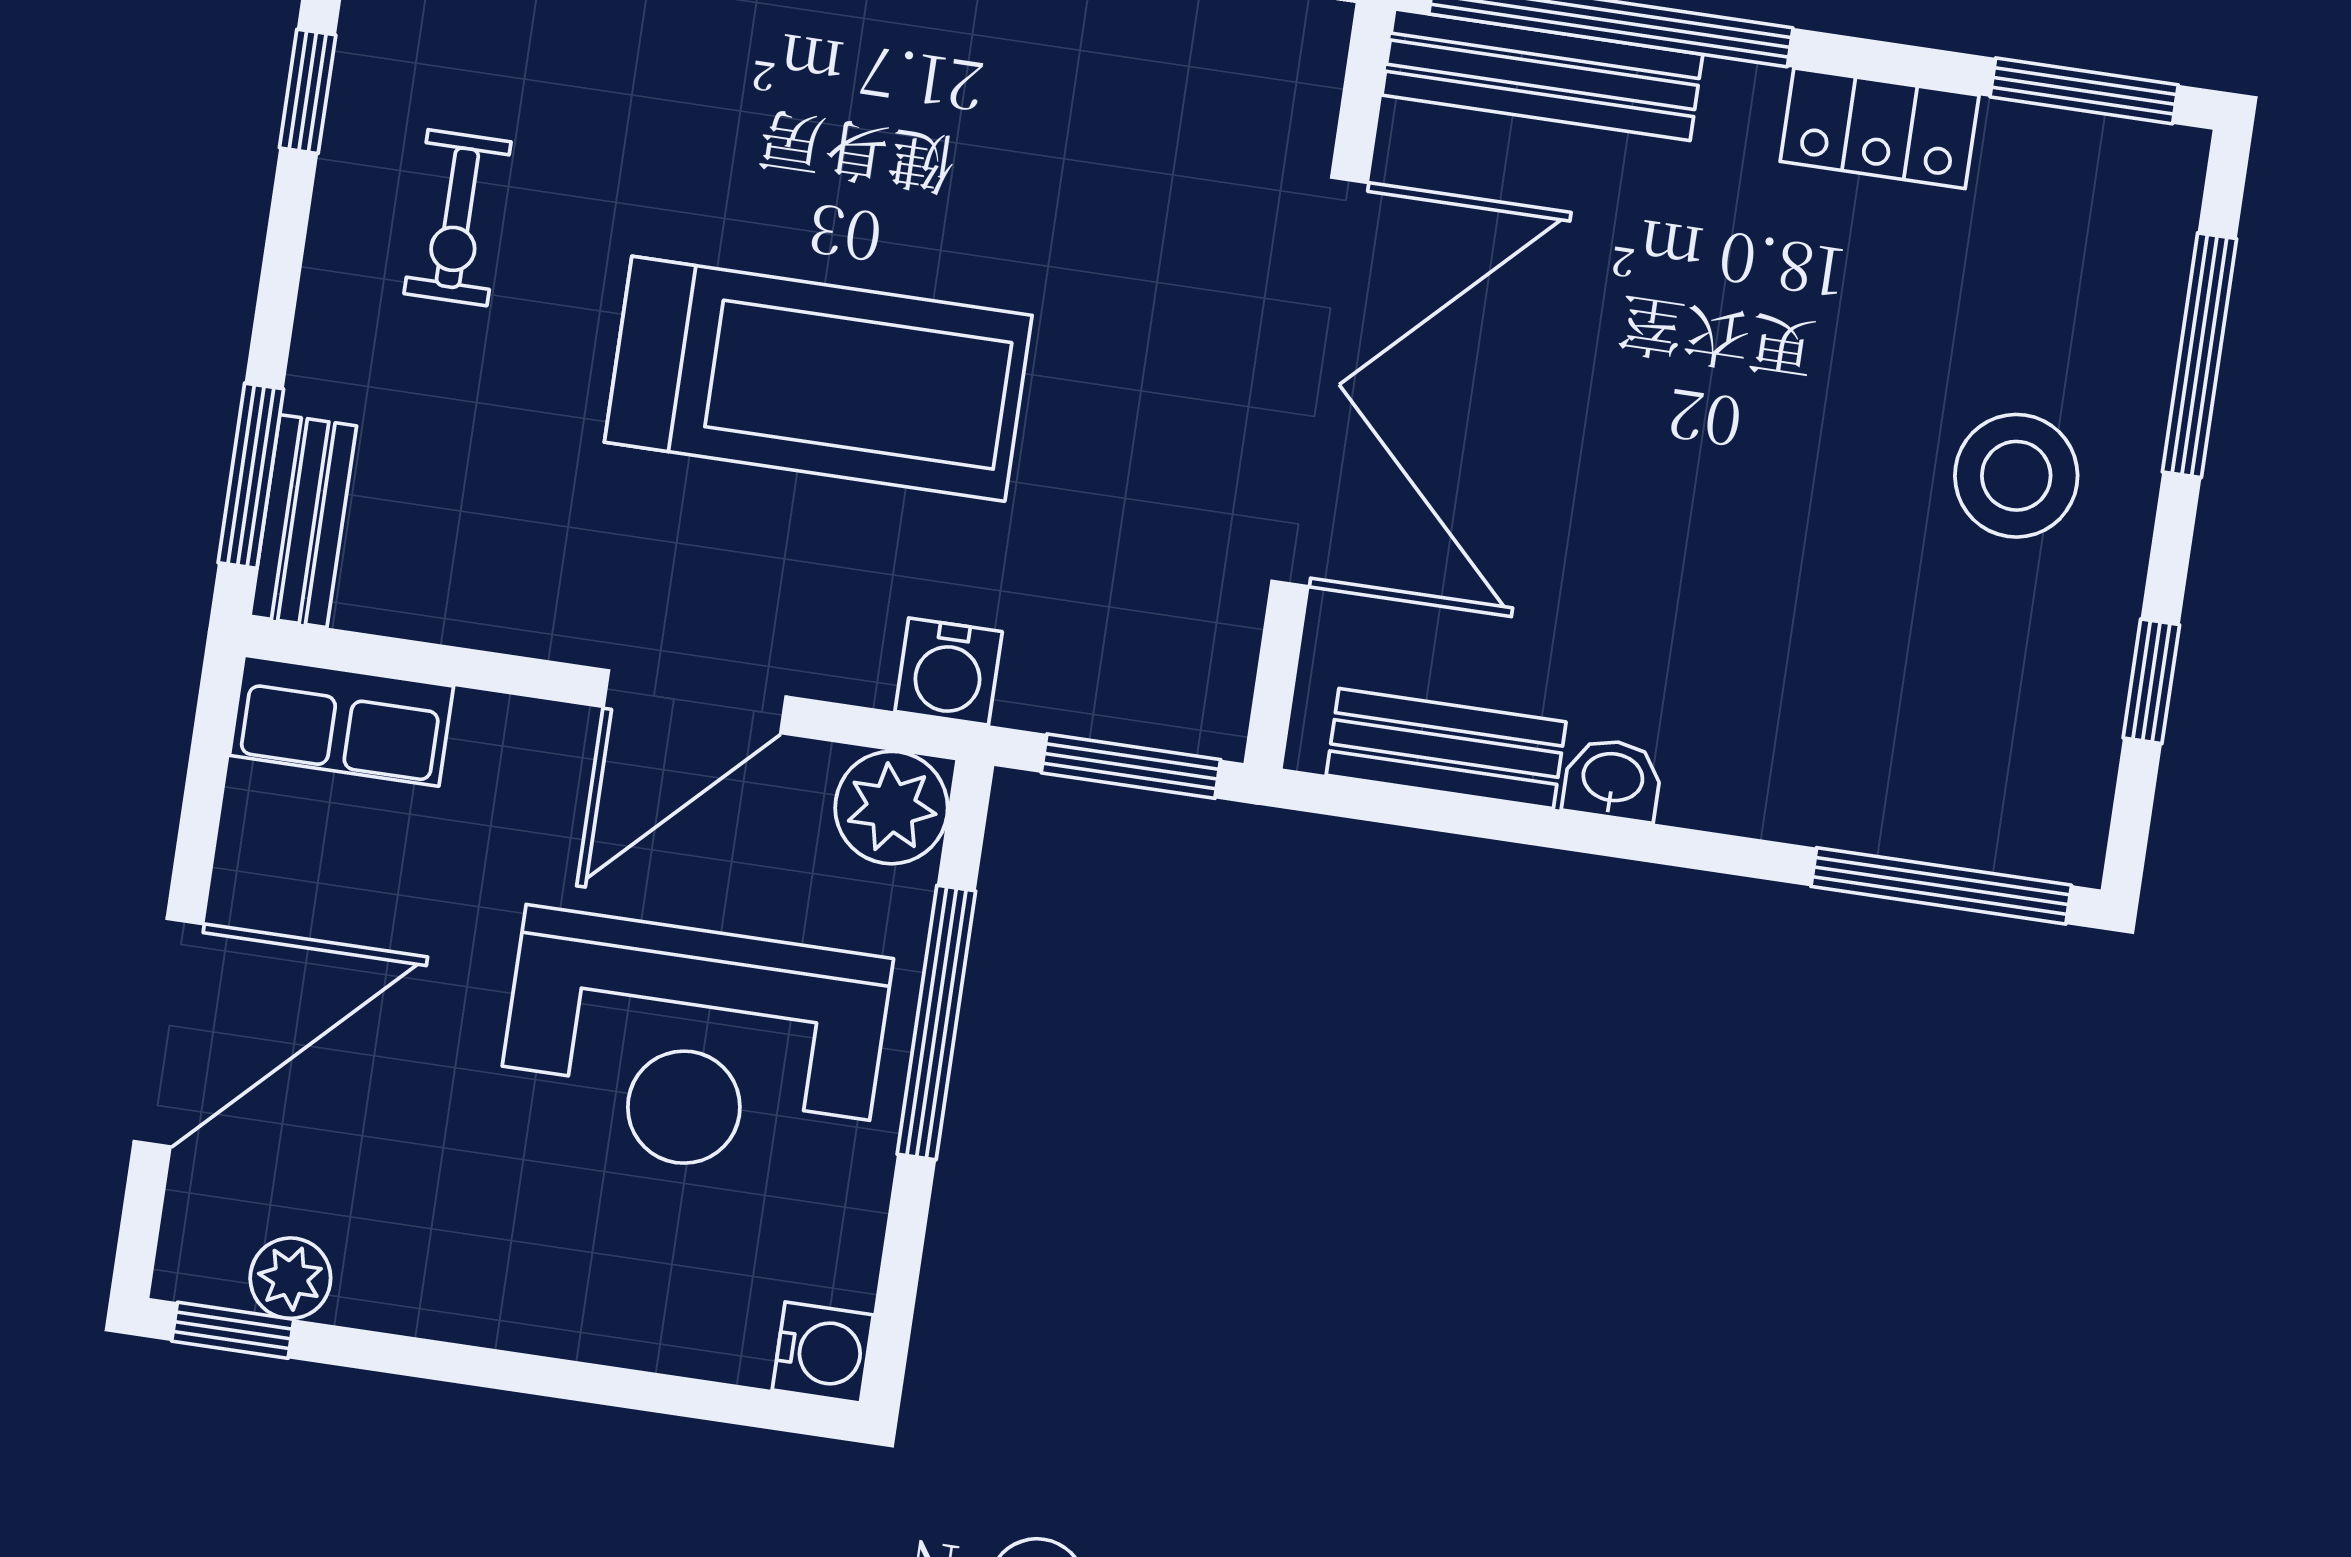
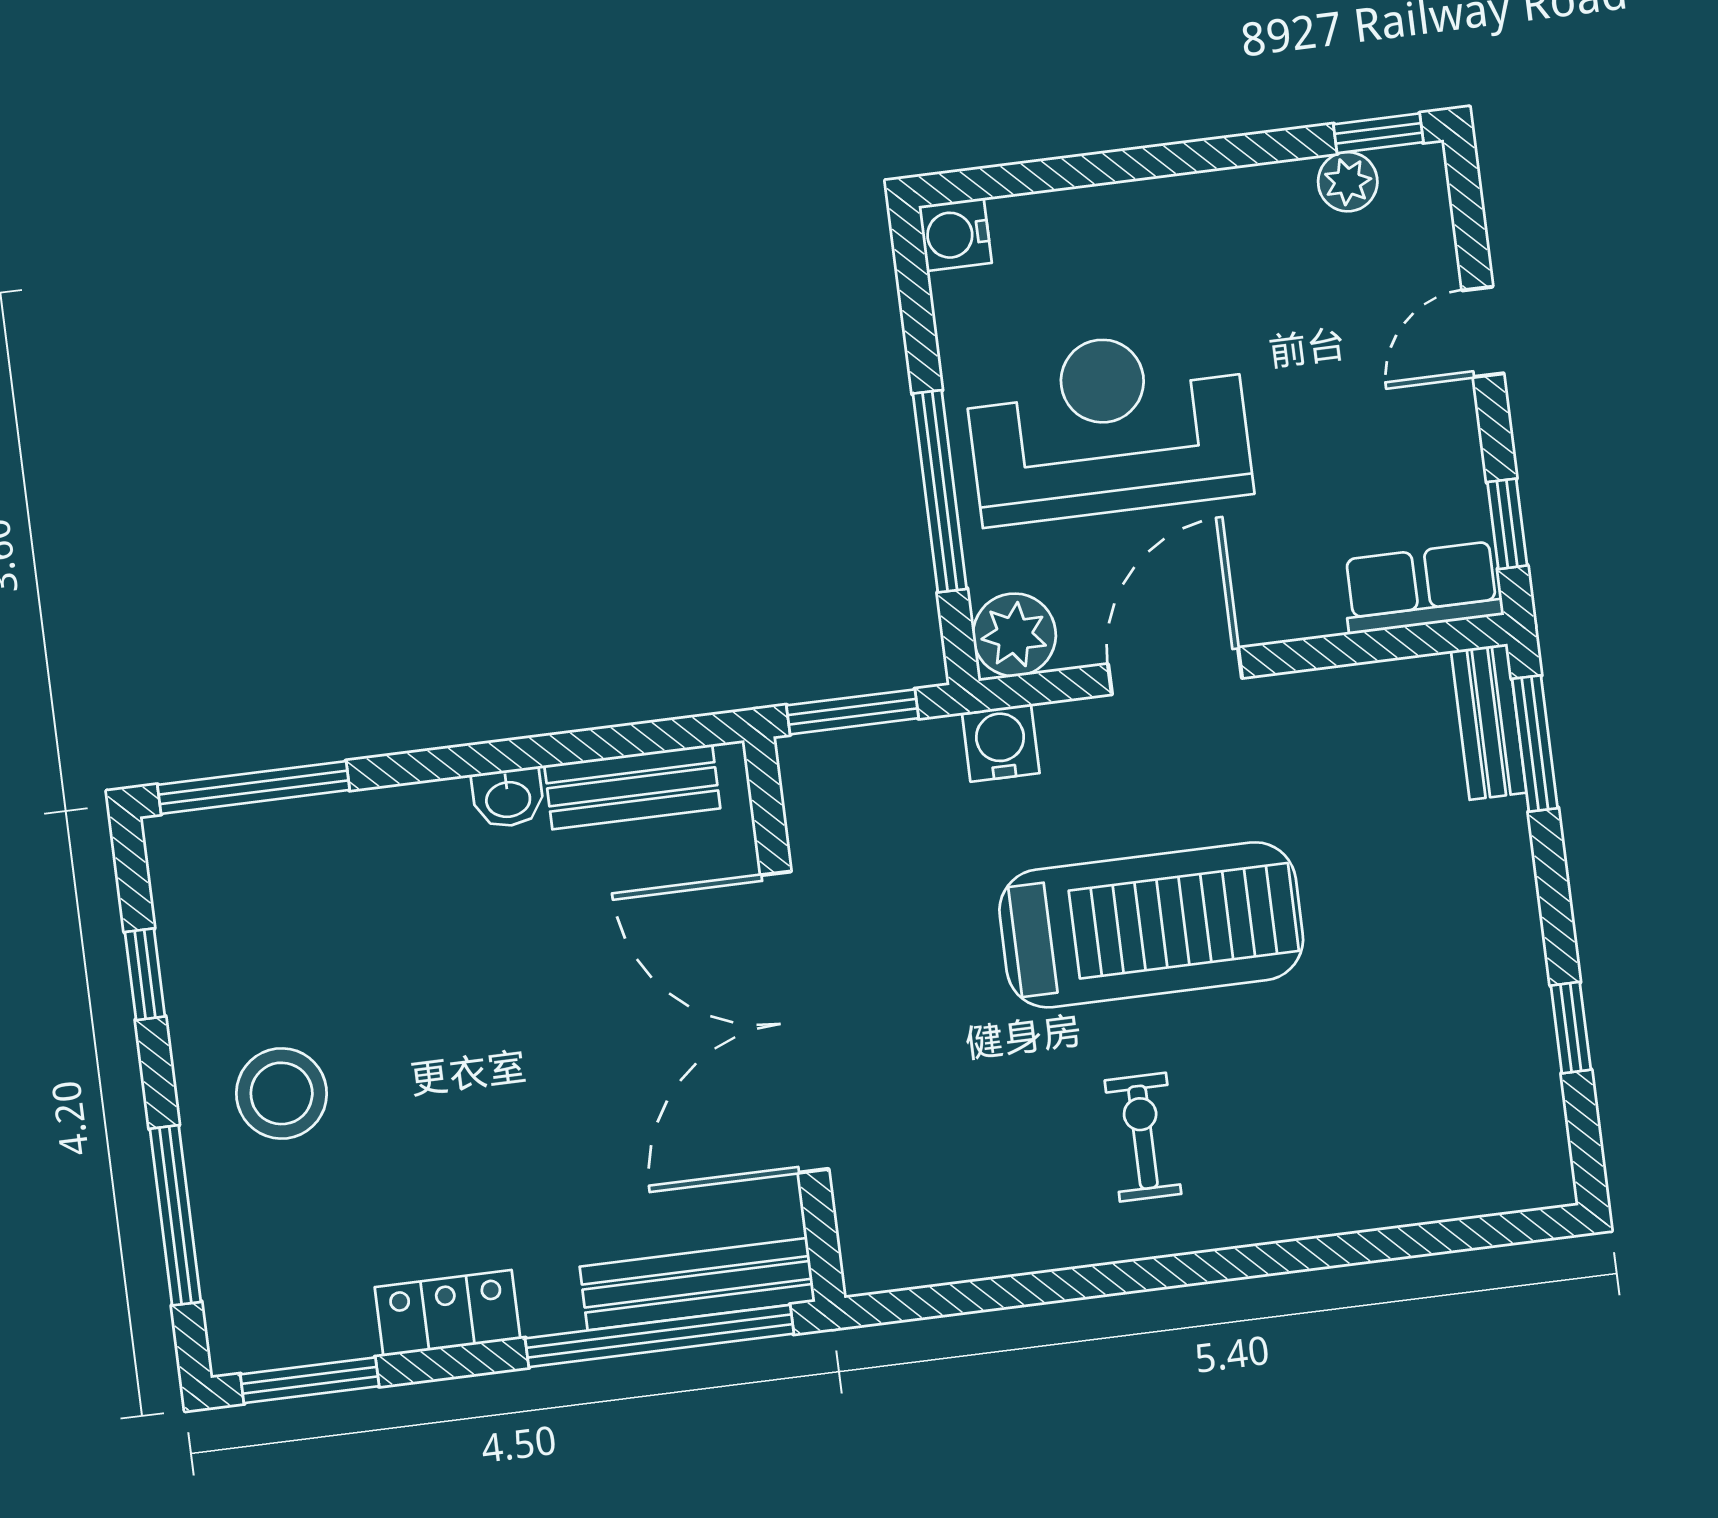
exercise bike: (457, 218) -> (1143, 1137), moved
treadmill: (818, 379) -> (1151, 925), turned 180
window: (207, 773) -> (1507, 524), added
door: (169, 1033) -> (1483, 332), width x0.53

